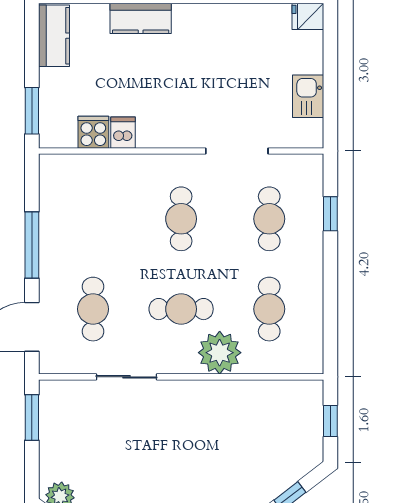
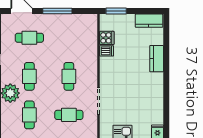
cafe table: (181, 219) -> (69, 76), turned 90
cafe table: (269, 309) -> (29, 115), turned 90

